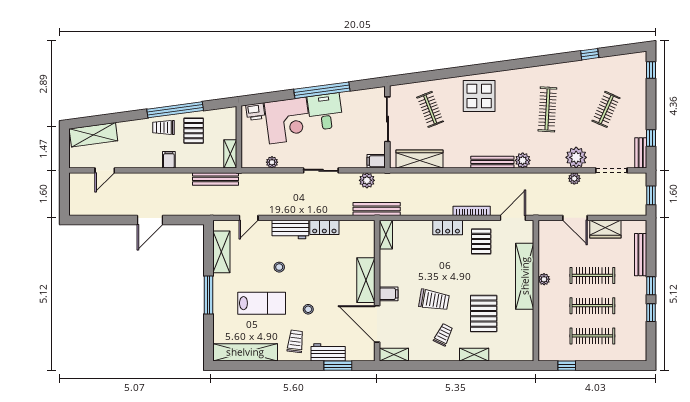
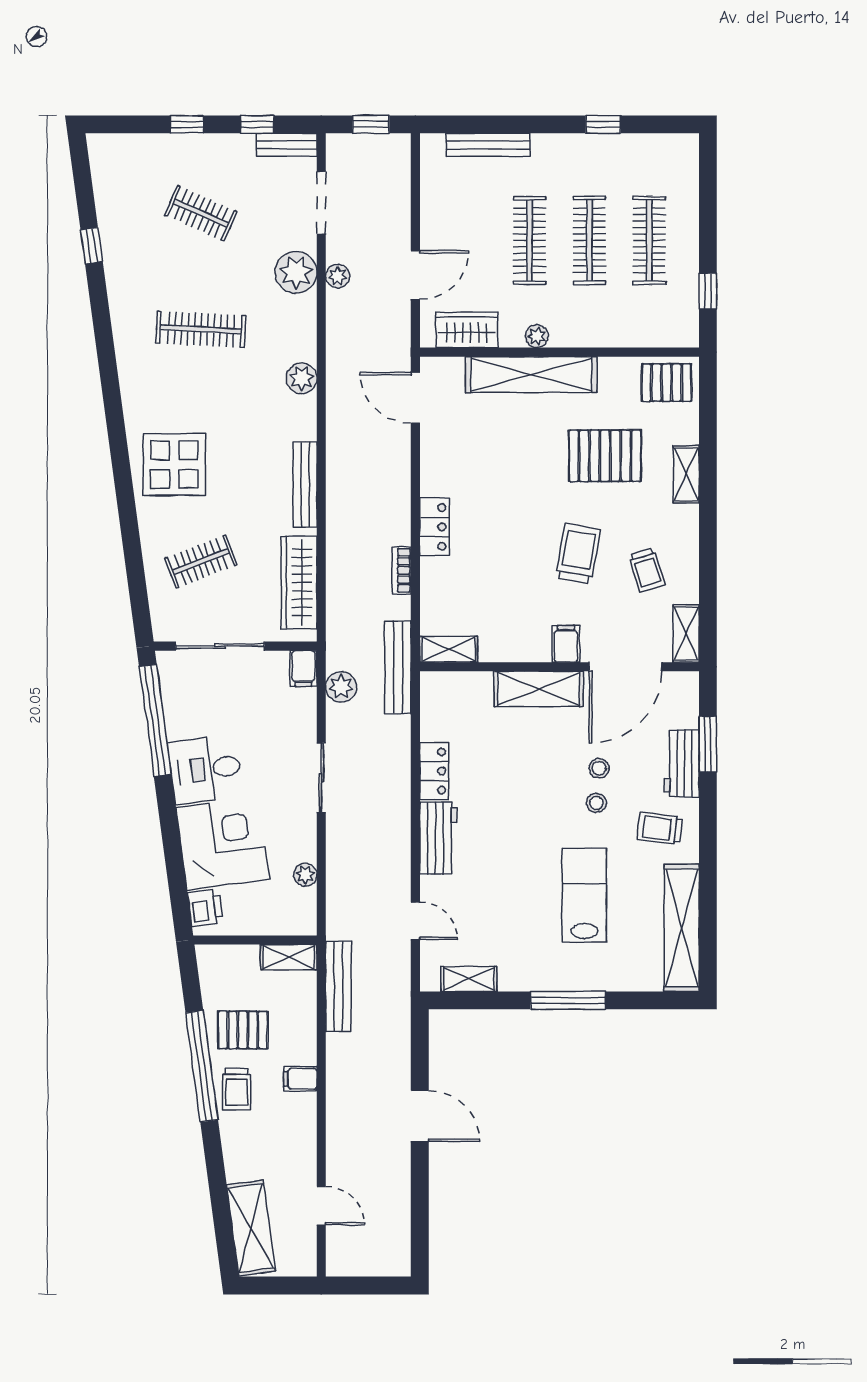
window: (651, 70) -> (187, 124), moved
window: (322, 90) -> (155, 720), moved
bench: (492, 162) -> (305, 485), moved
bookcase: (472, 211) -> (402, 570), moved, width x0.64
wardrobe: (605, 229) -> (467, 330), moved, turned -90
pallet: (481, 241) -> (667, 383), moved
shelving: (221, 252) -> (469, 979), width x0.67, depth x0.75
stool: (279, 267) -> (599, 768), moved
window: (651, 286) -> (550, 124), removed
trolley: (443, 335) -> (647, 570), moved, turned -133

